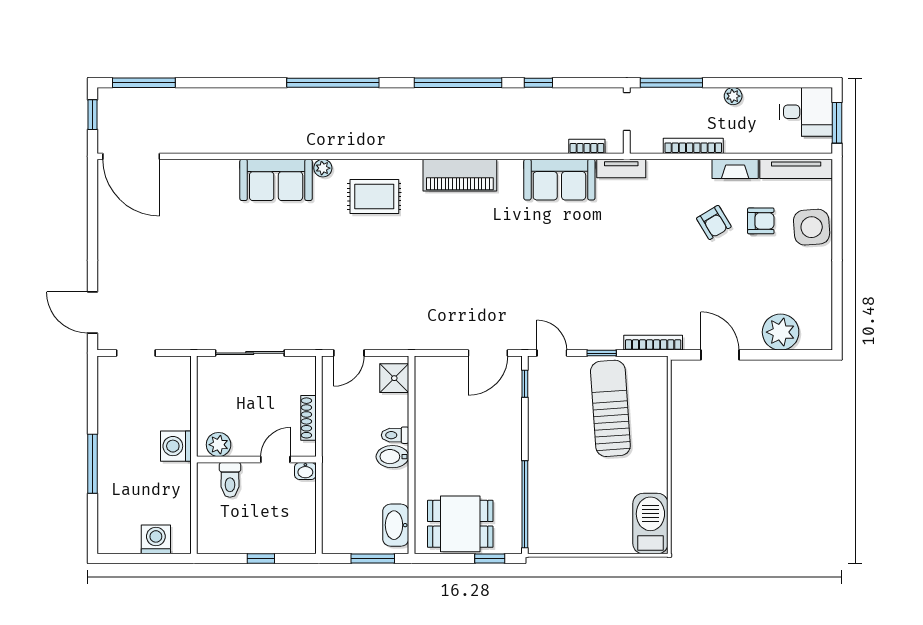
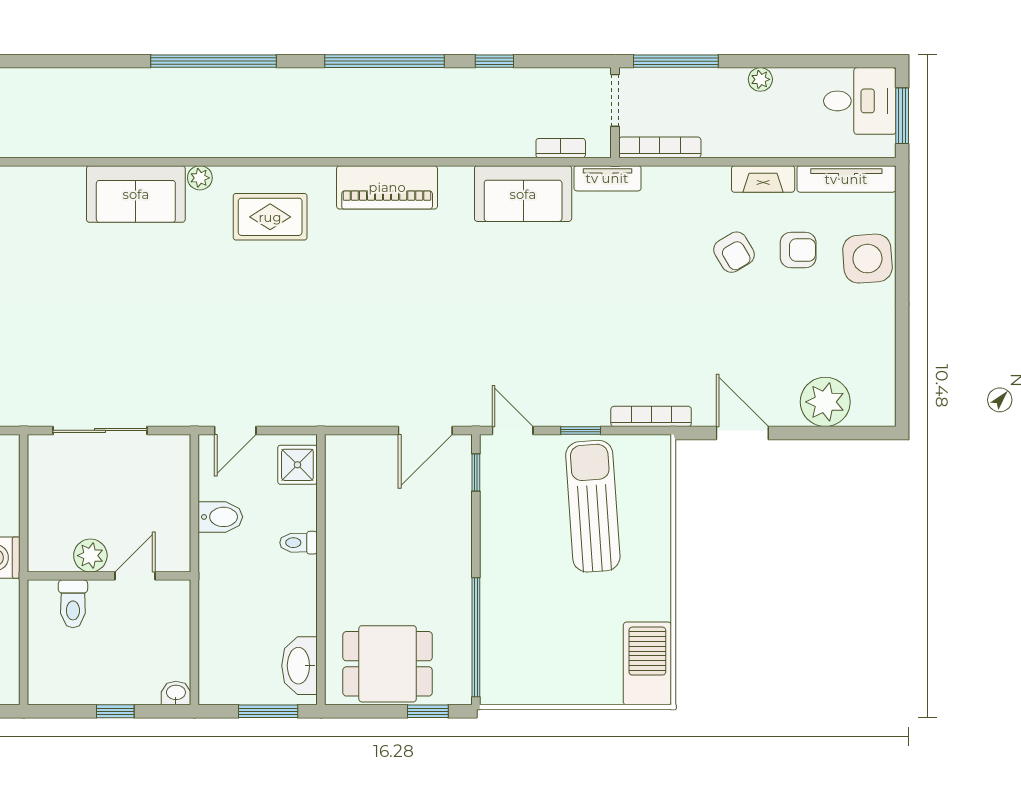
bookcase: (693, 146) -> (660, 147), moved
shoe rack: (308, 418) -> (180, 519), removed
plant: (219, 445) -> (90, 556), moved
bidet: (392, 457) -> (220, 517), moved, turned 180
washbasin: (305, 471) -> (176, 693), moved, turned 180

